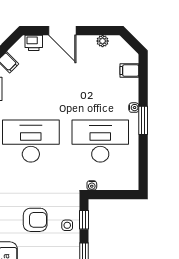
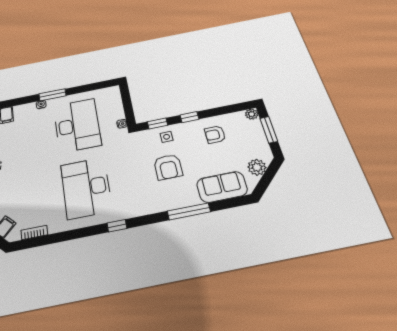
desk: (100, 141) -> (77, 125), turned 180
armchair: (35, 220) -> (168, 167), turned 180

